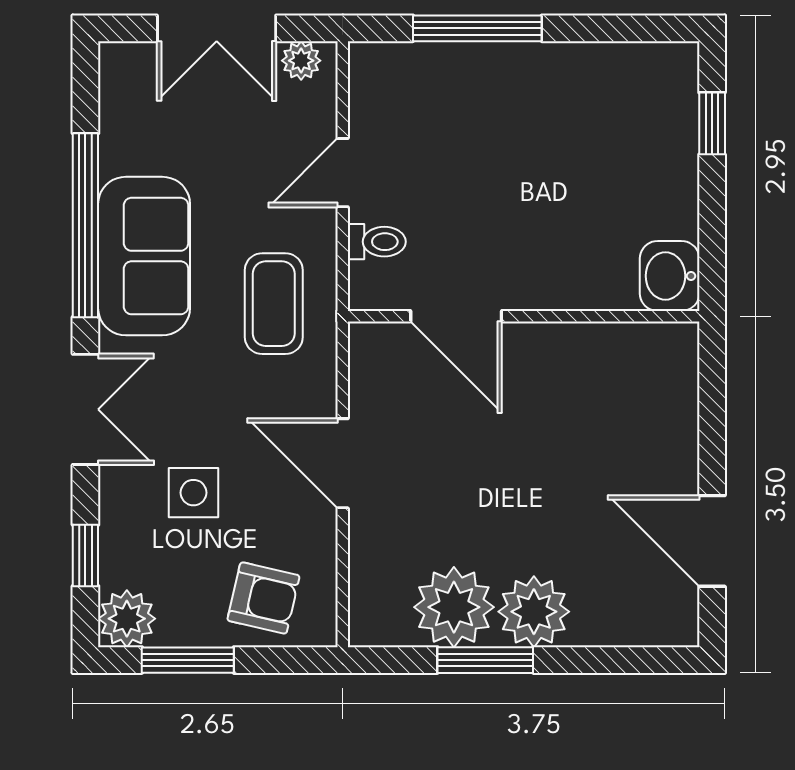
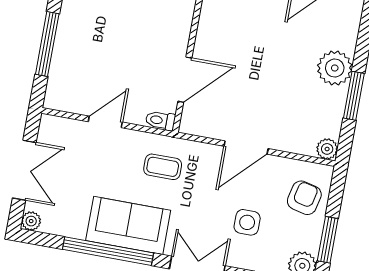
plant: (301, 61) -> (31, 221), moved
door: (343, 173) -> (105, 122), swing flipped
toilet: (377, 242) -> (160, 120), moved, turned -90
coffee table: (274, 304) -> (163, 167), width x0.73, depth x0.77
plant: (454, 607) -> (327, 149), moved, width x0.53, depth x0.53

